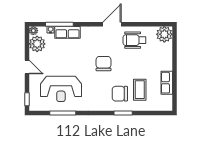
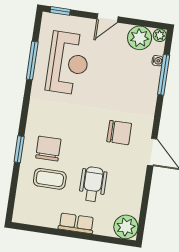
row of seats: (67, 32) -> (150, 85), removed
wheelchair: (134, 40) -> (93, 184), moved
chair: (104, 64) -> (119, 133), moved
row of seats: (167, 83) -> (76, 223), moved
reception desk: (61, 89) -> (68, 63), turned 180

